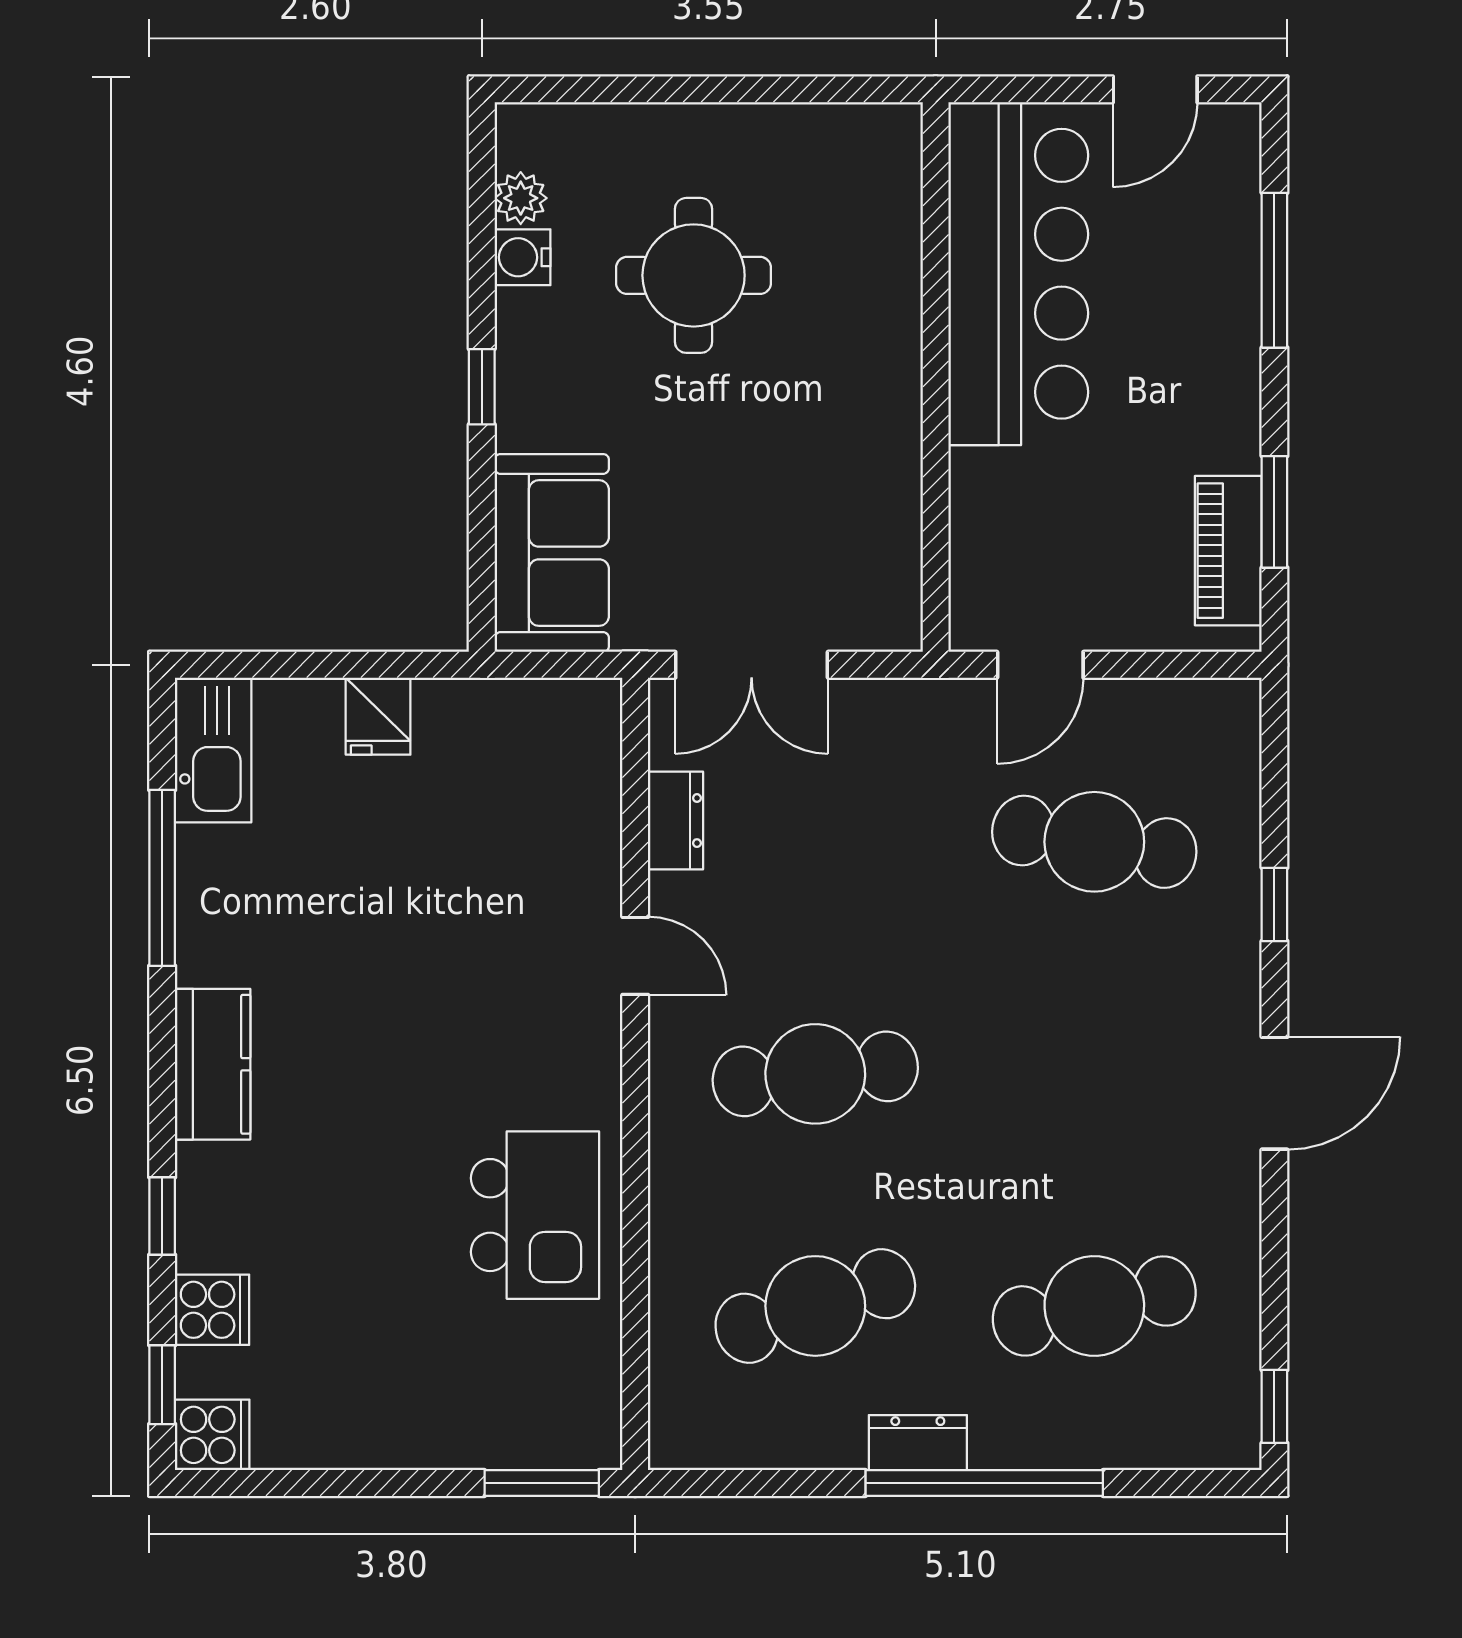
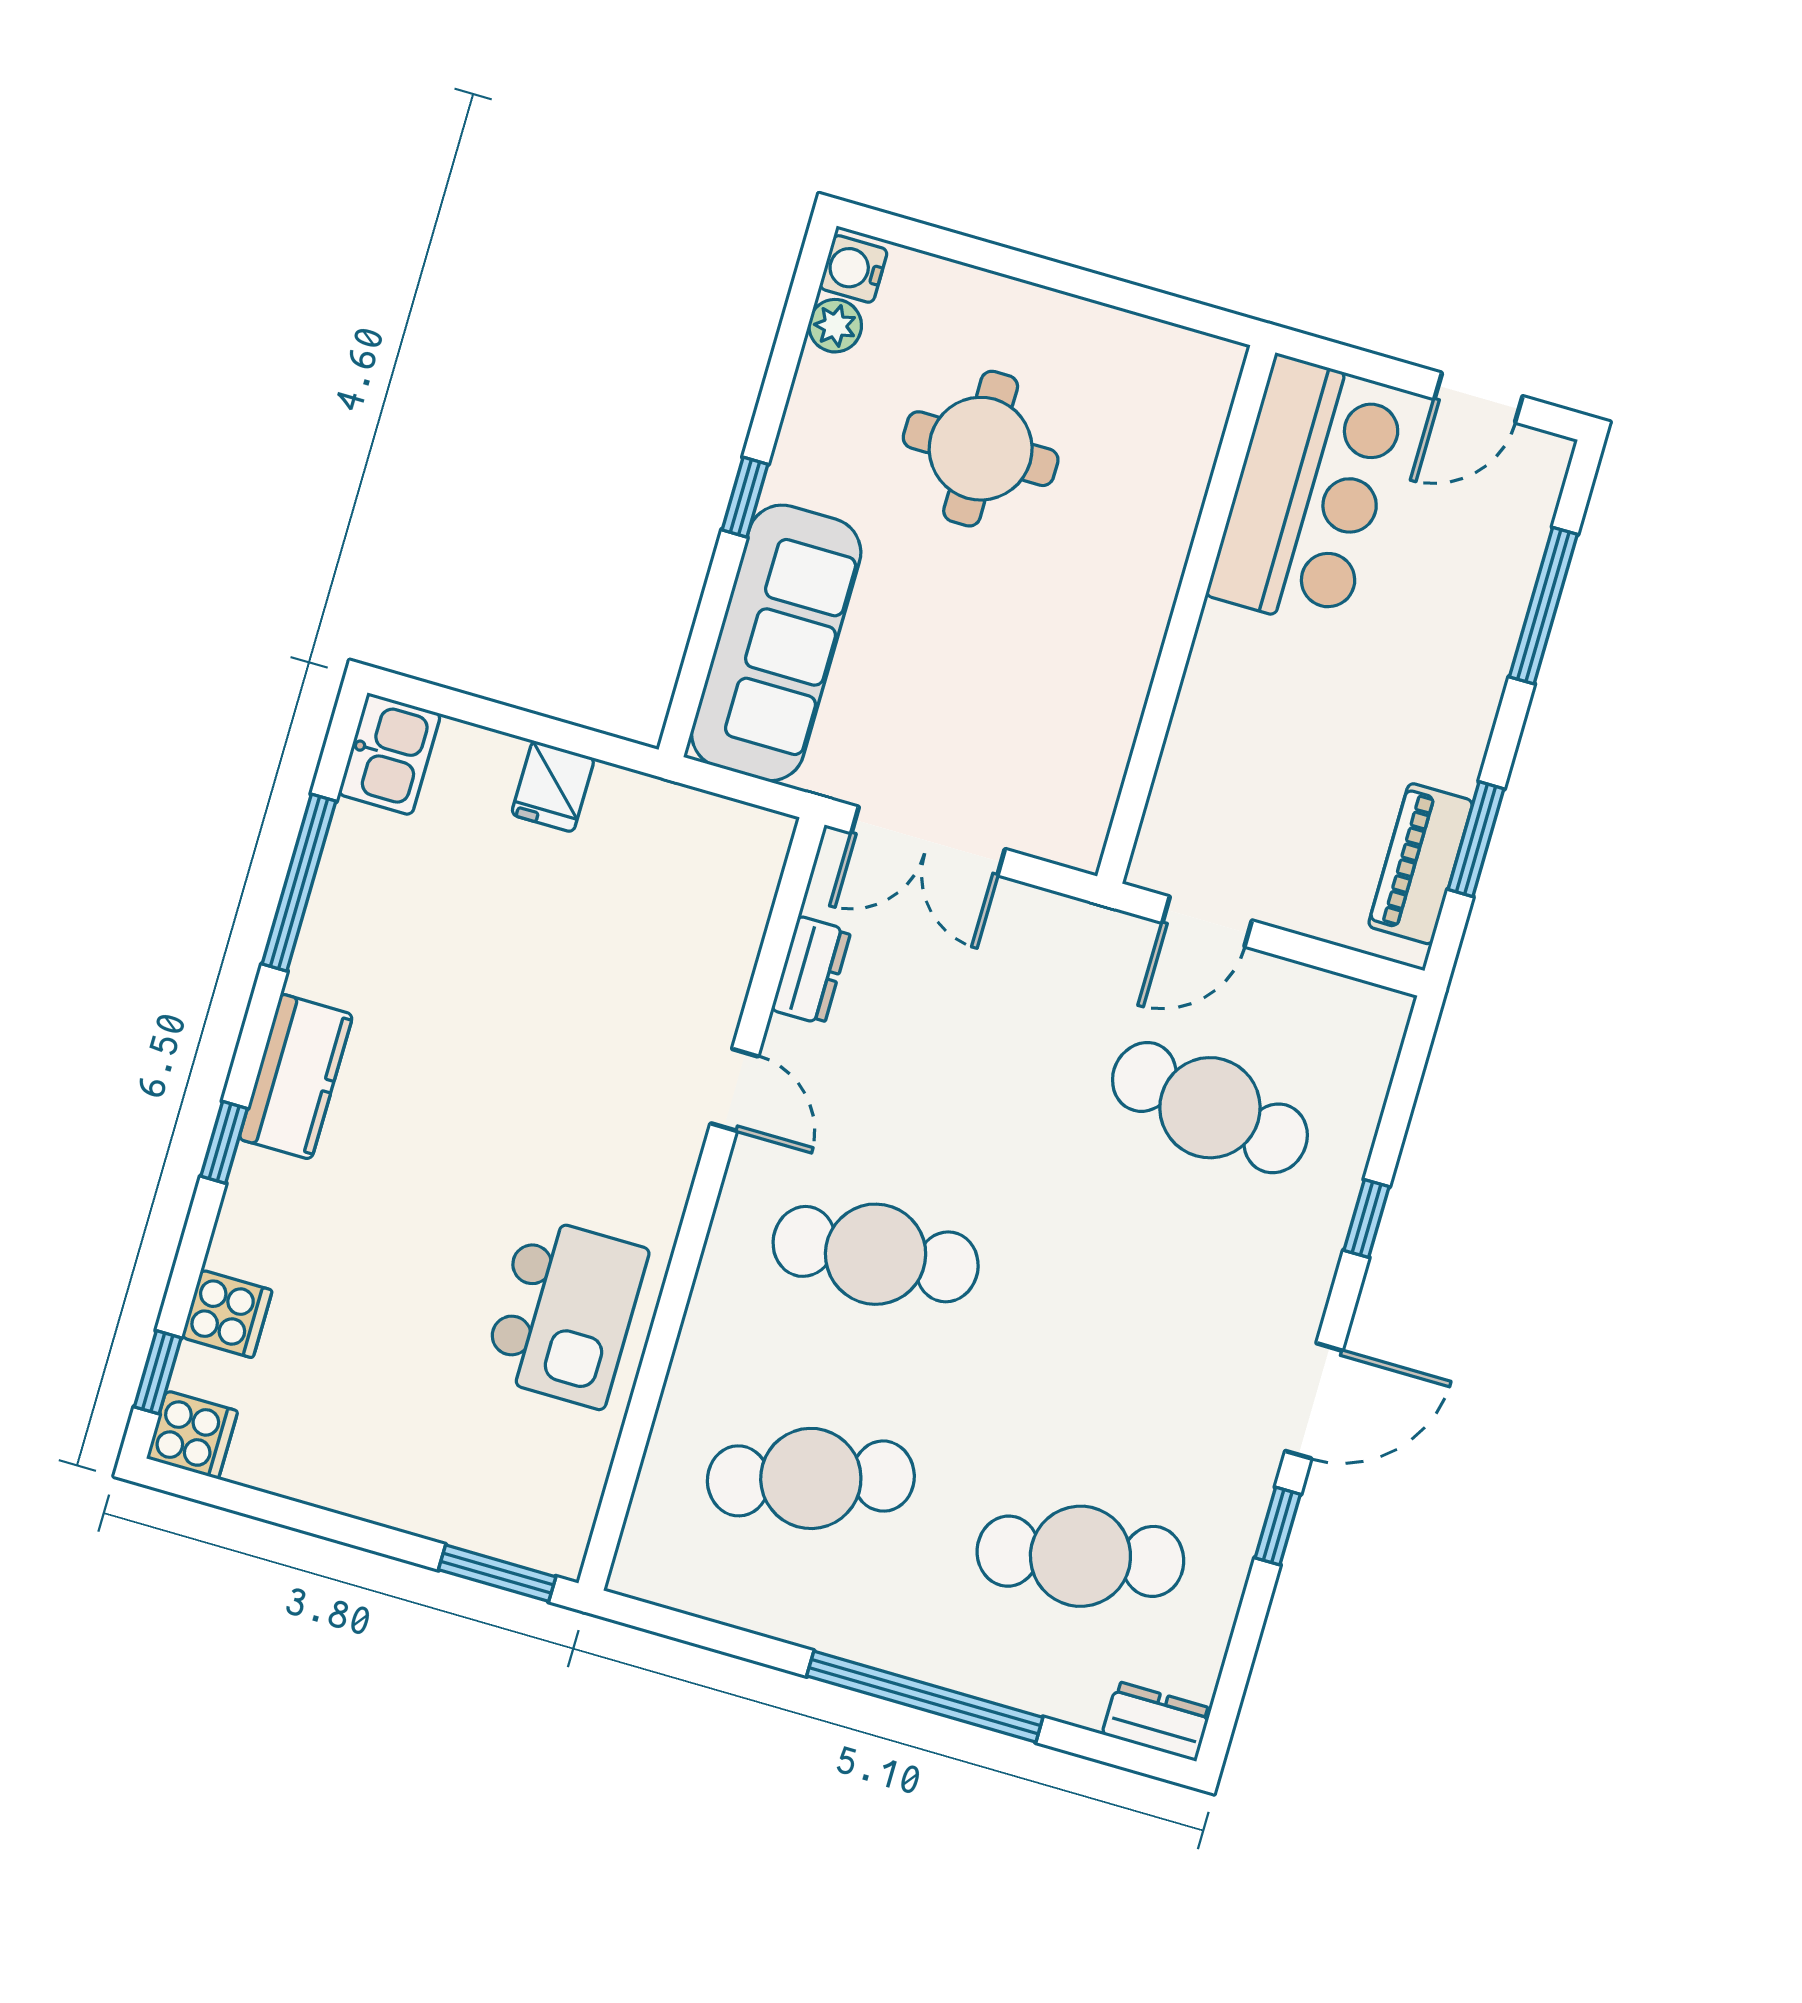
water cooler: (522, 257) -> (853, 269), moved
bar counter: (1018, 274) -> (1308, 493), width x0.73
sofa: (552, 553) -> (776, 643), width x1.36
kitchen sink: (213, 750) -> (390, 754), width x0.73
window: (162, 1216) -> (224, 1142), moved
window: (1274, 1406) -> (1278, 1526), moved
dresser: (918, 1443) -> (1157, 1721), moved

